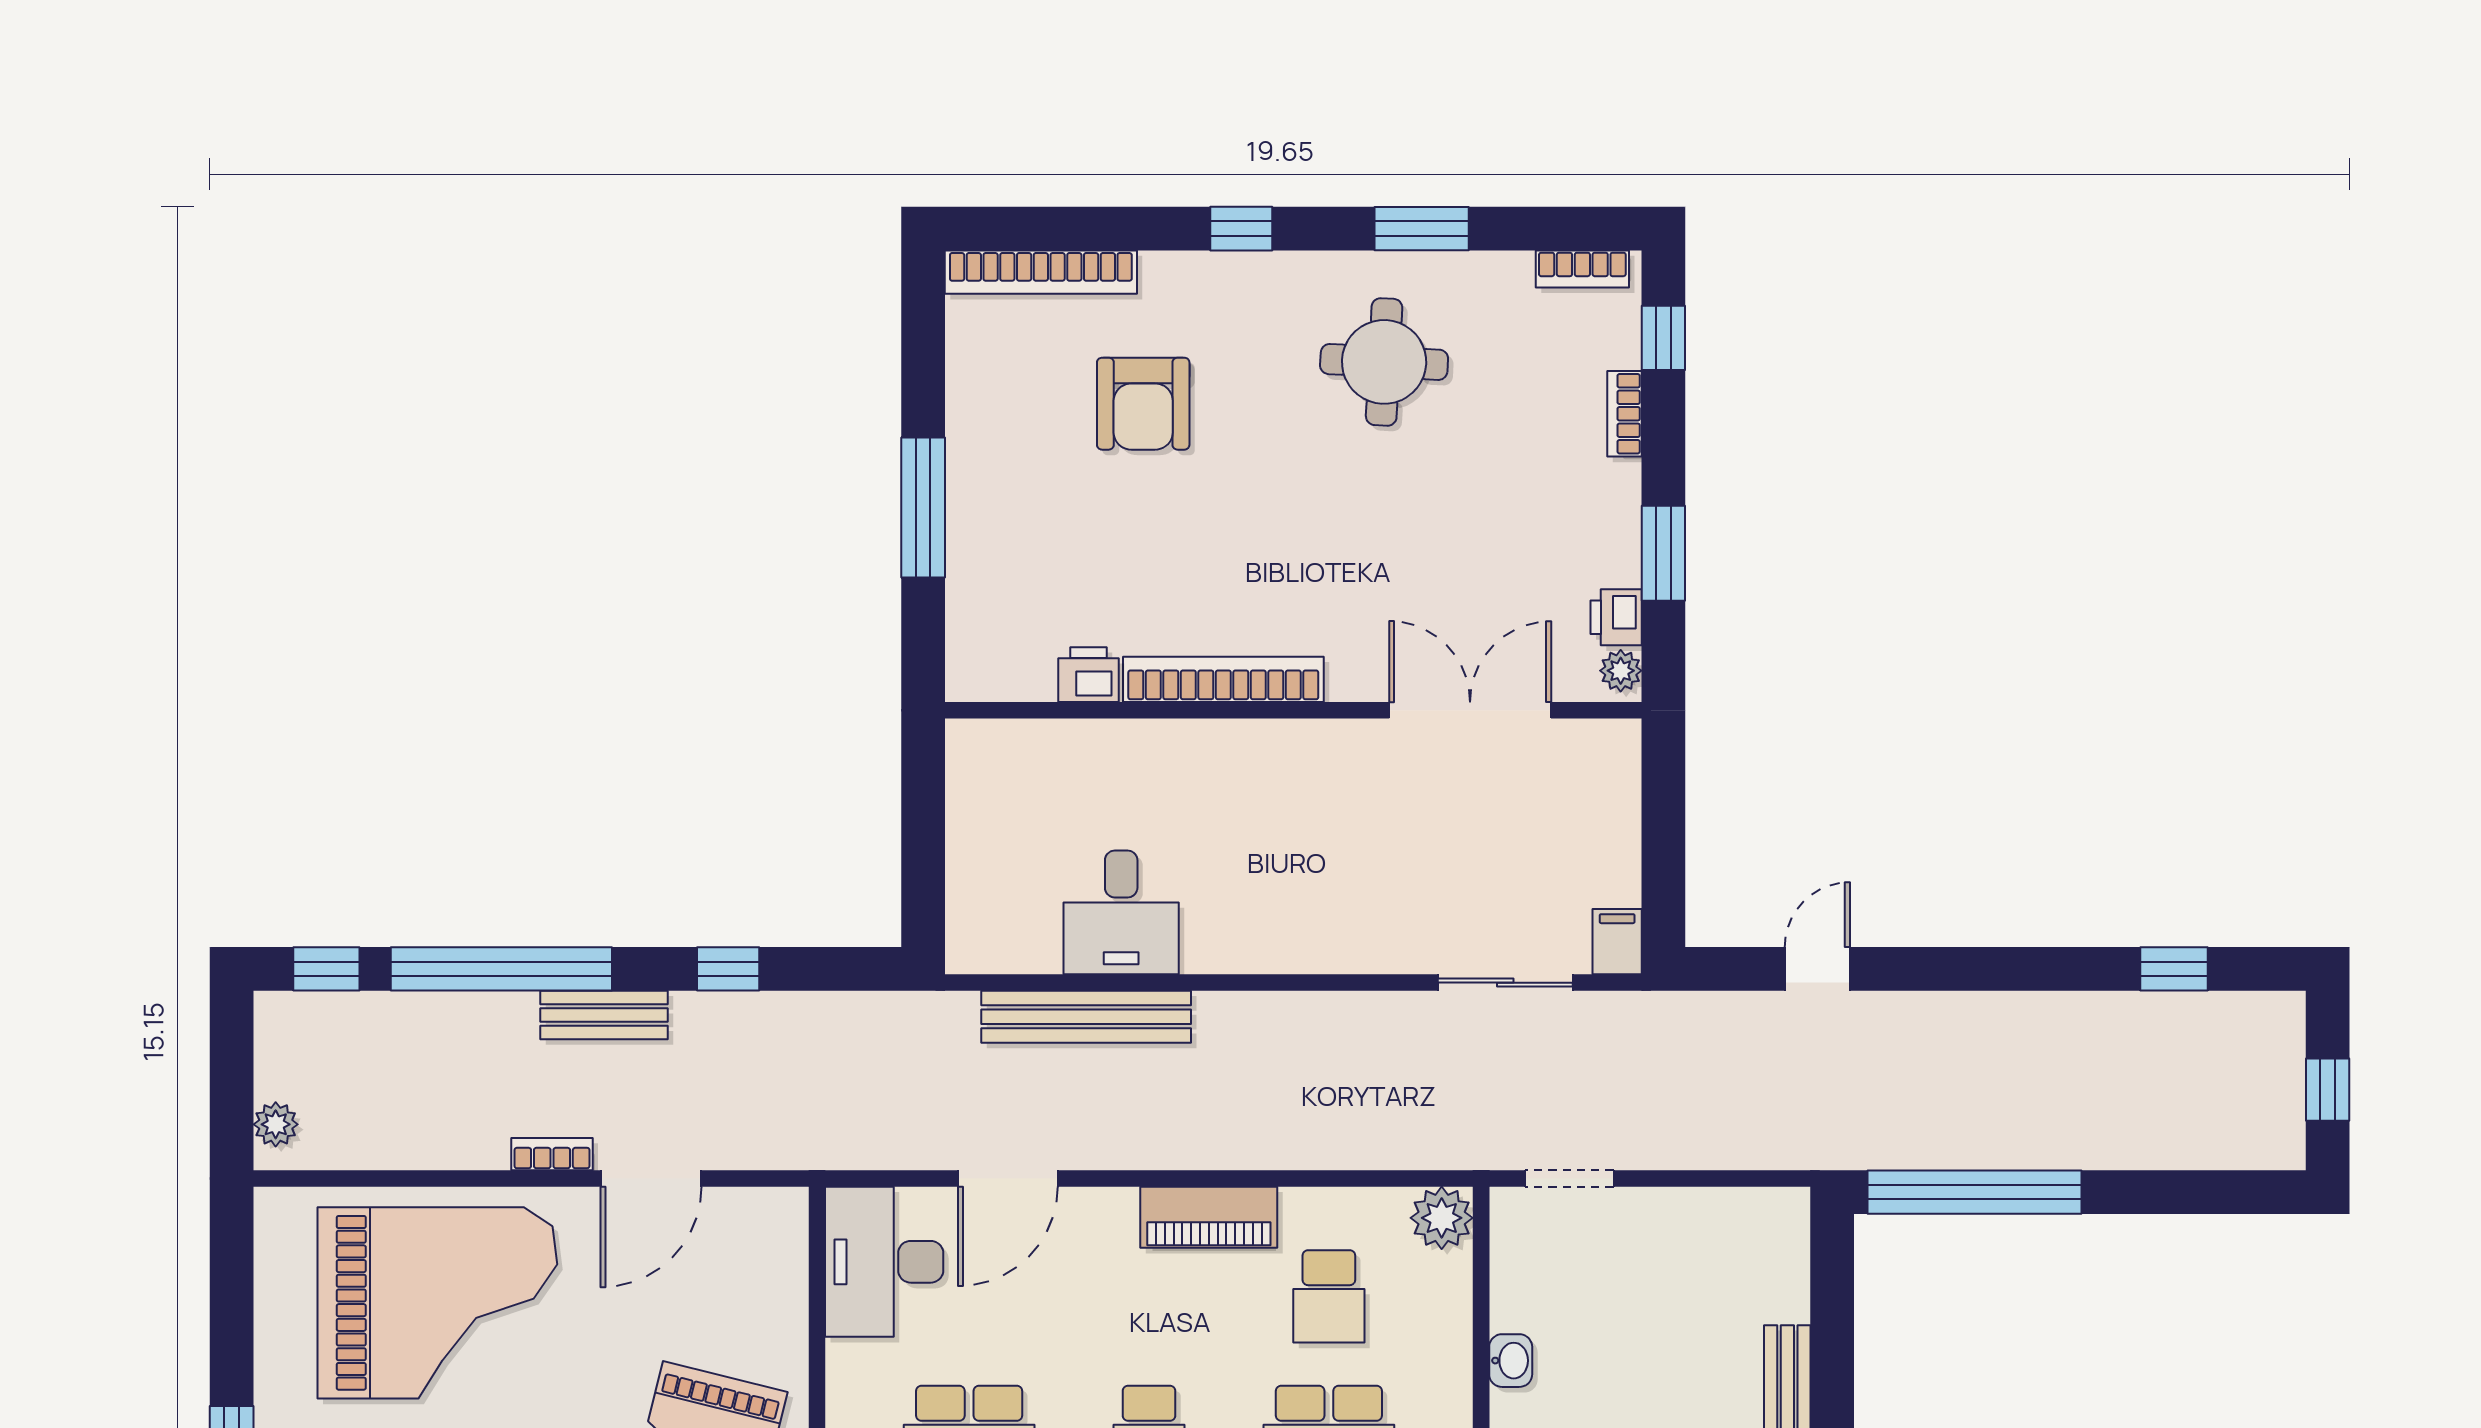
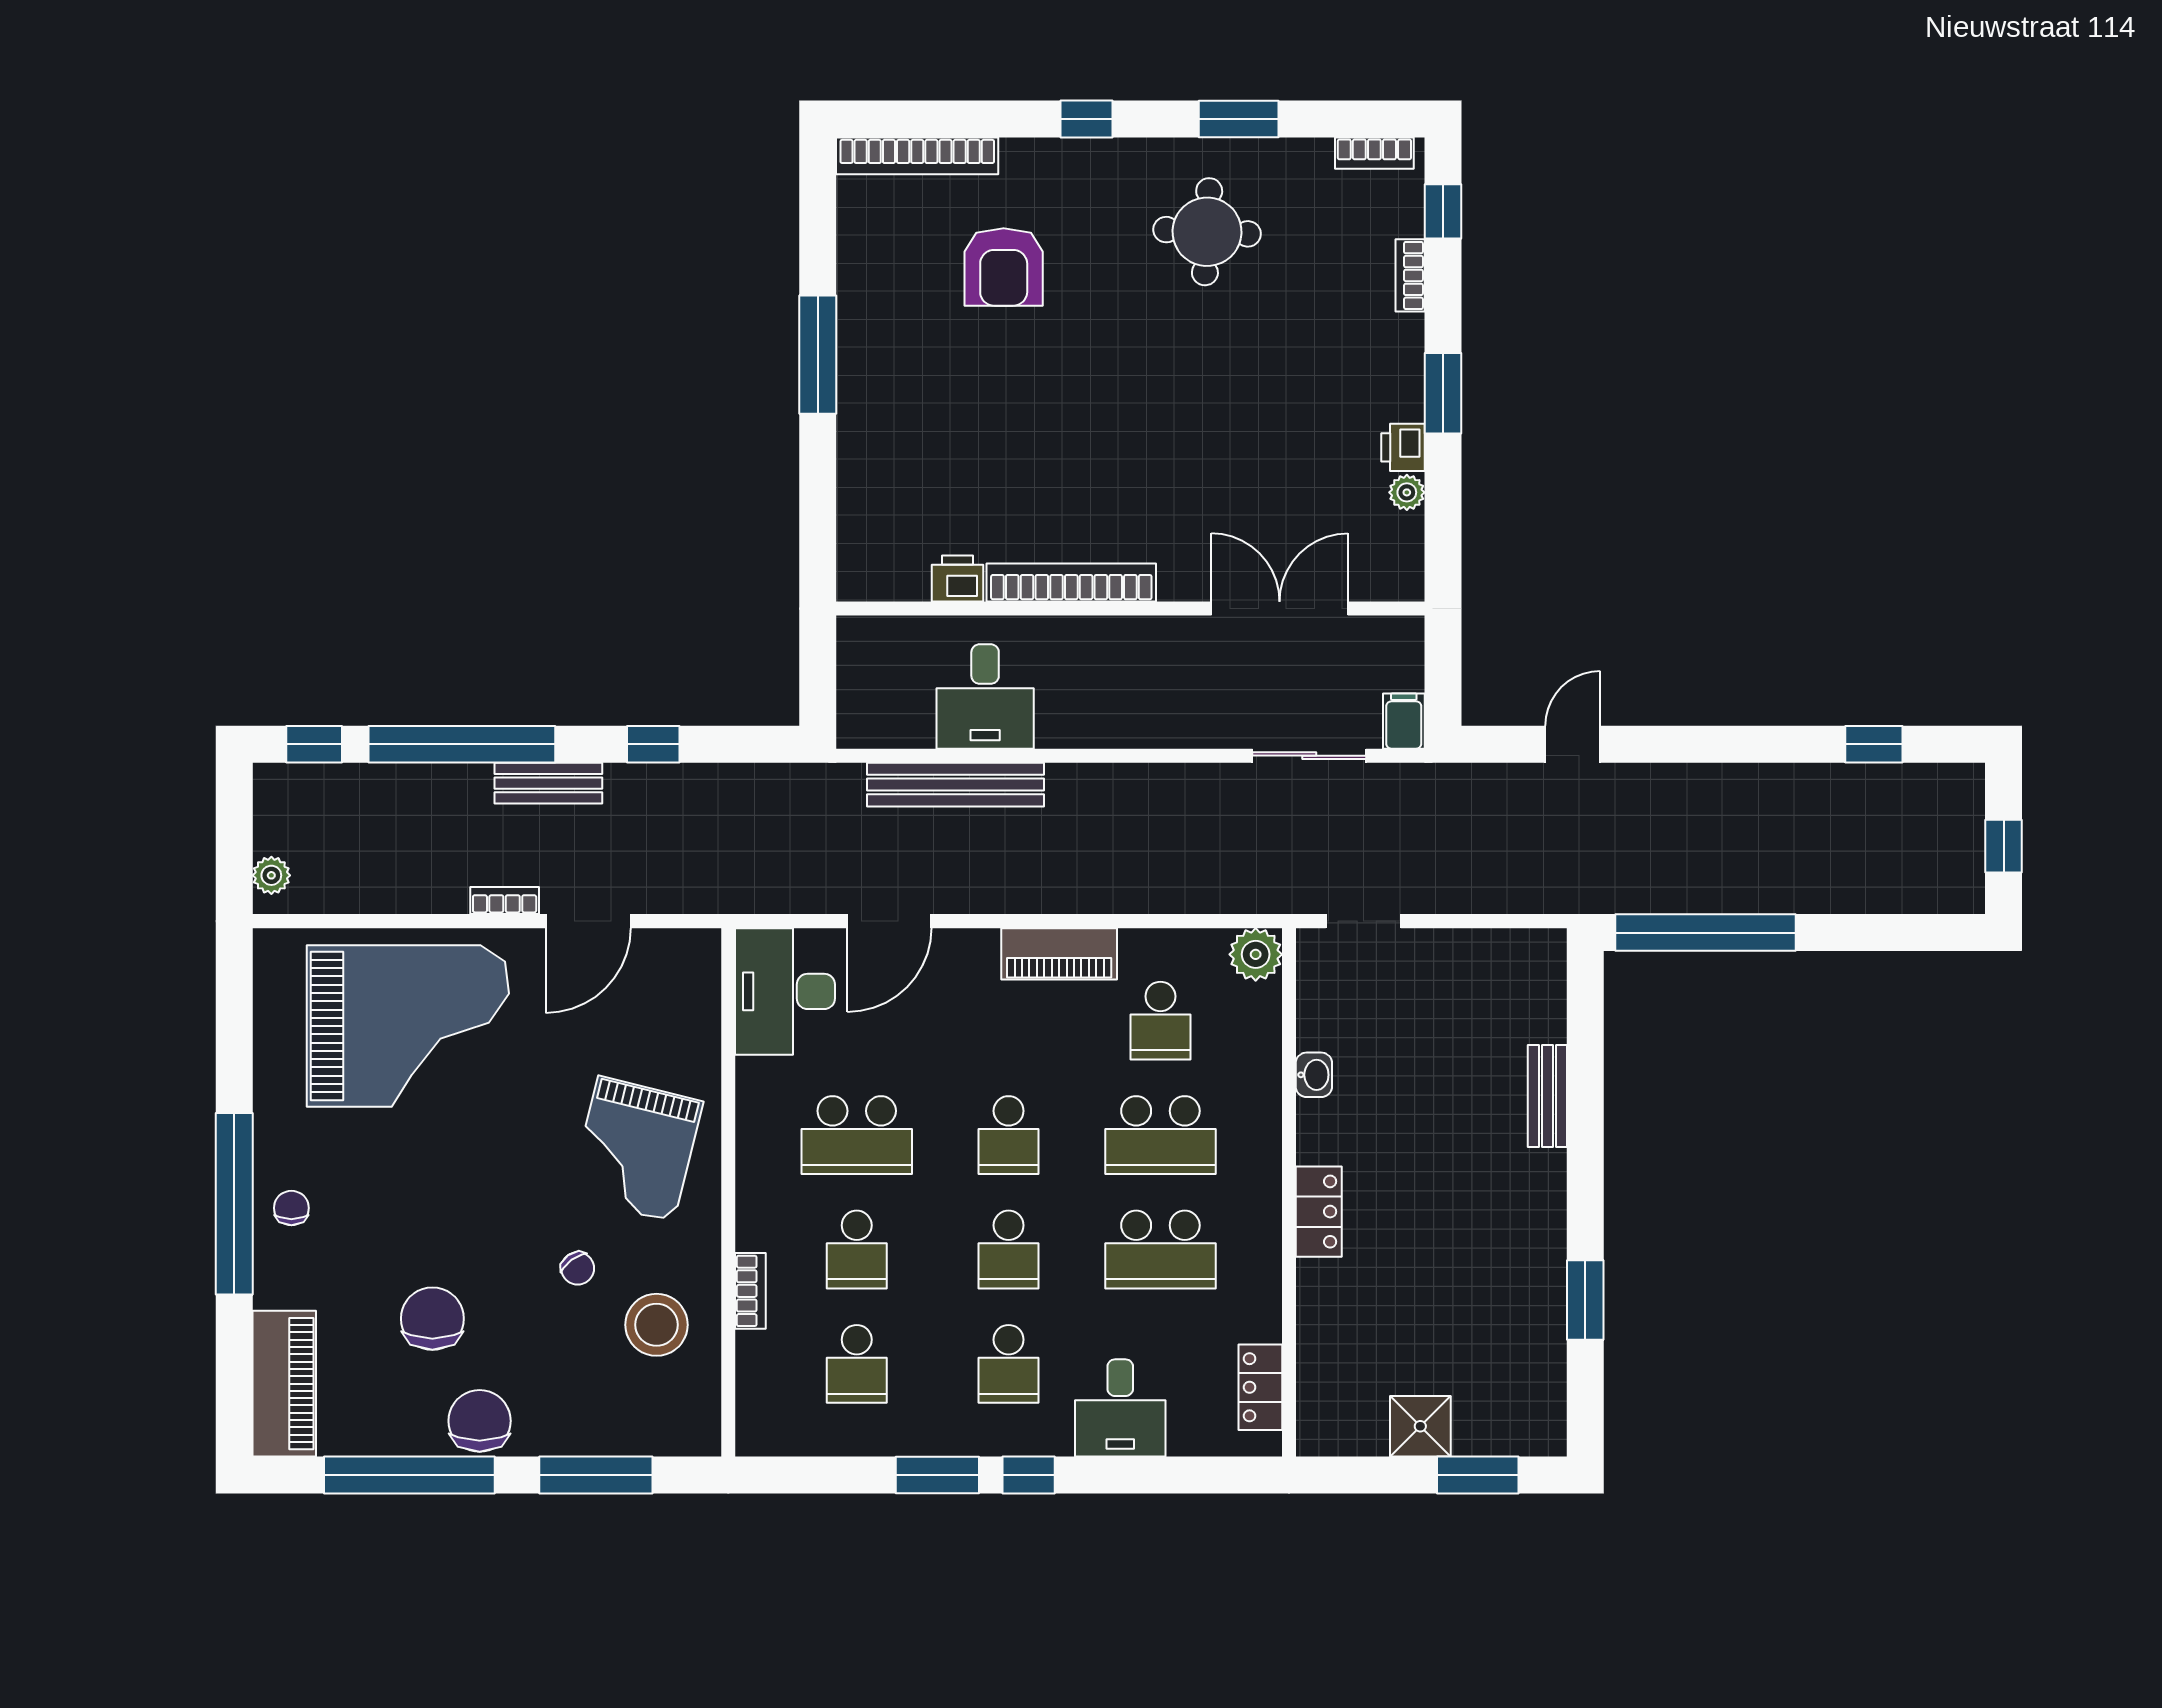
printer: (1088, 675) -> (957, 578), moved
bookcase: (1223, 679) -> (1071, 582), moved
wall: (1293, 710) -> (1130, 609), moved
double door: (1470, 710) -> (1280, 609), moved

